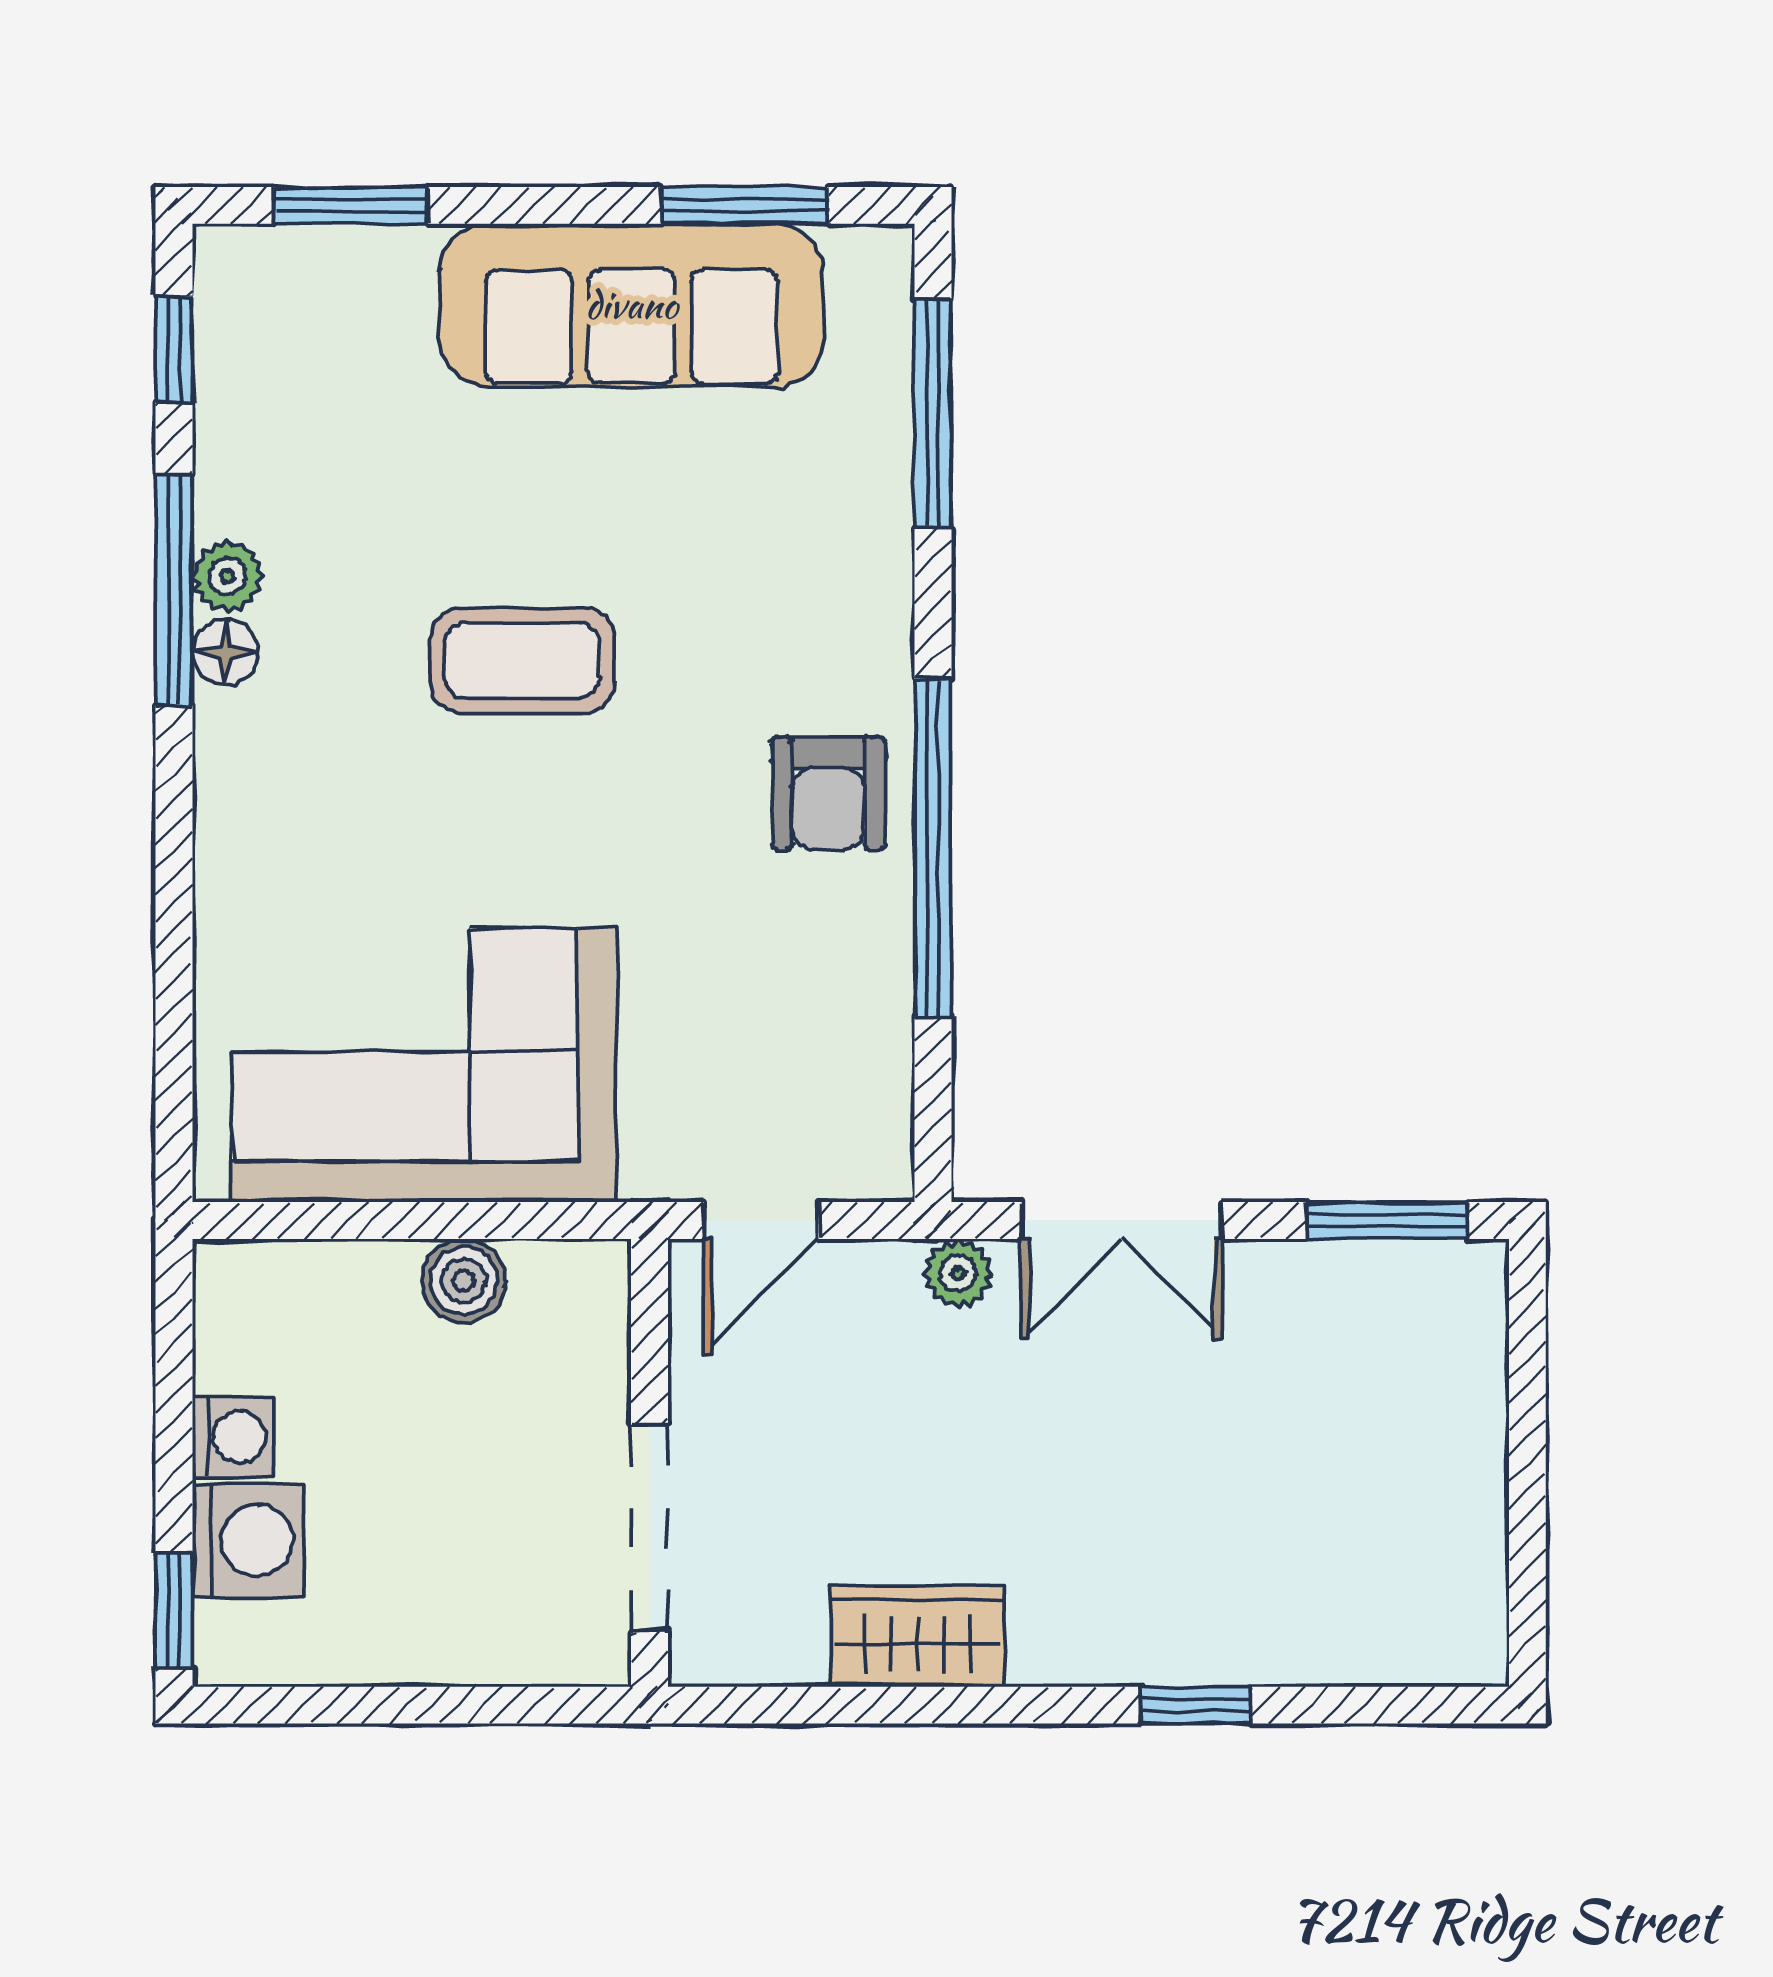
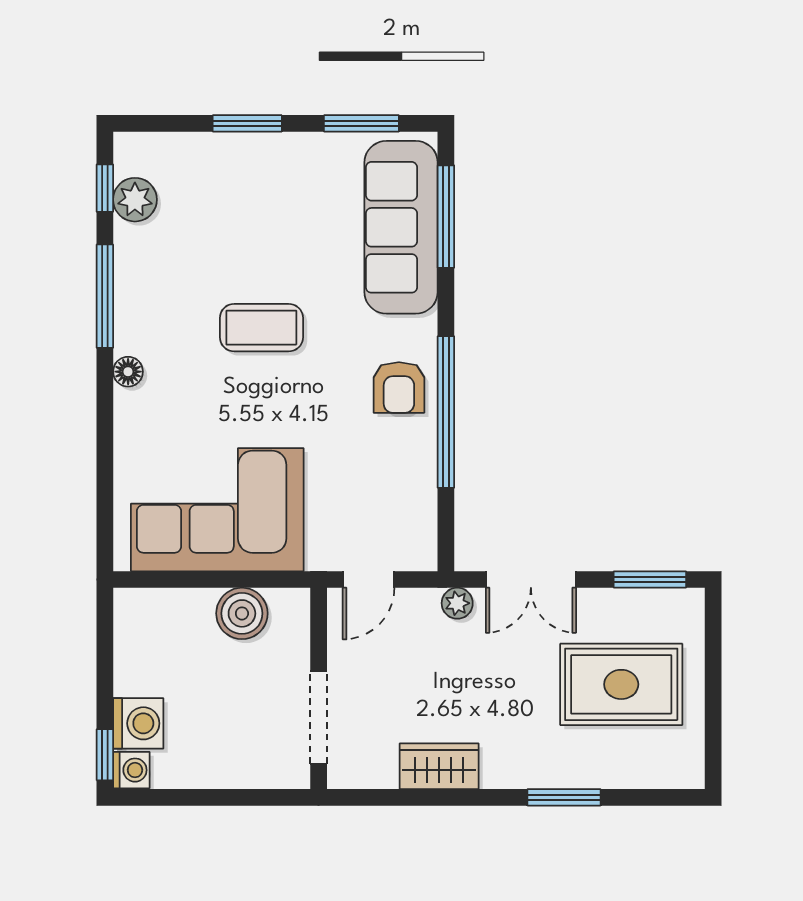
window: (351, 205) -> (247, 123), moved
sofa: (632, 305) -> (401, 227), moved, turned 90
plant: (228, 576) -> (135, 200), moved, width x1.38, depth x1.38
floor lamp: (225, 652) -> (128, 372), moved
boiler: (464, 1281) -> (242, 613), width x1.36, depth x1.36
washing machine: (233, 1437) -> (131, 770), moved
rug: (1323, 1454) -> (621, 684), added
window: (1196, 1705) -> (564, 797), width x1.50

